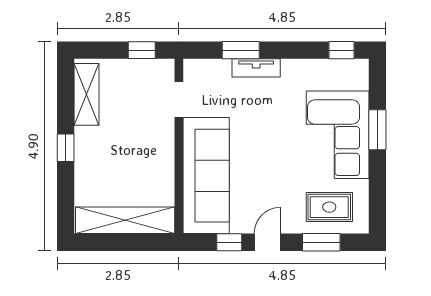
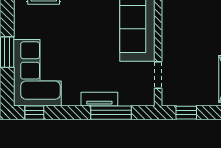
window: (241, 50) -> (111, 113), width x1.44
corner sofa: (338, 135) -> (37, 73), moved

